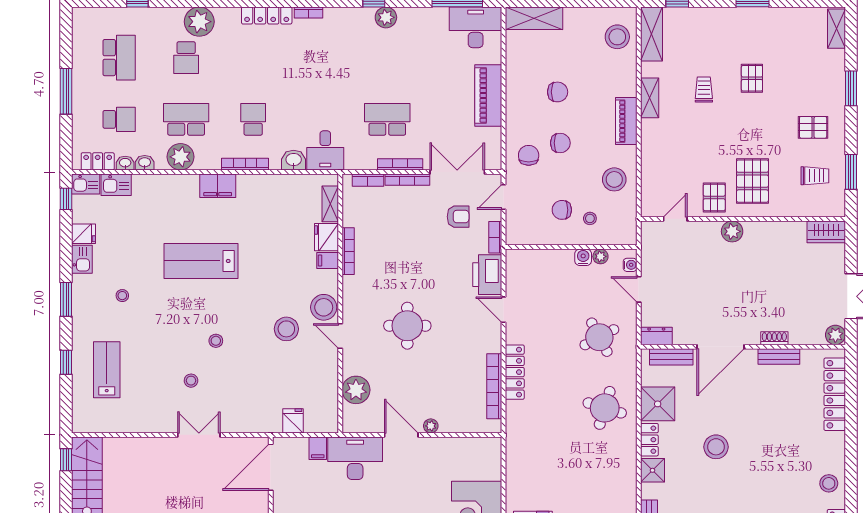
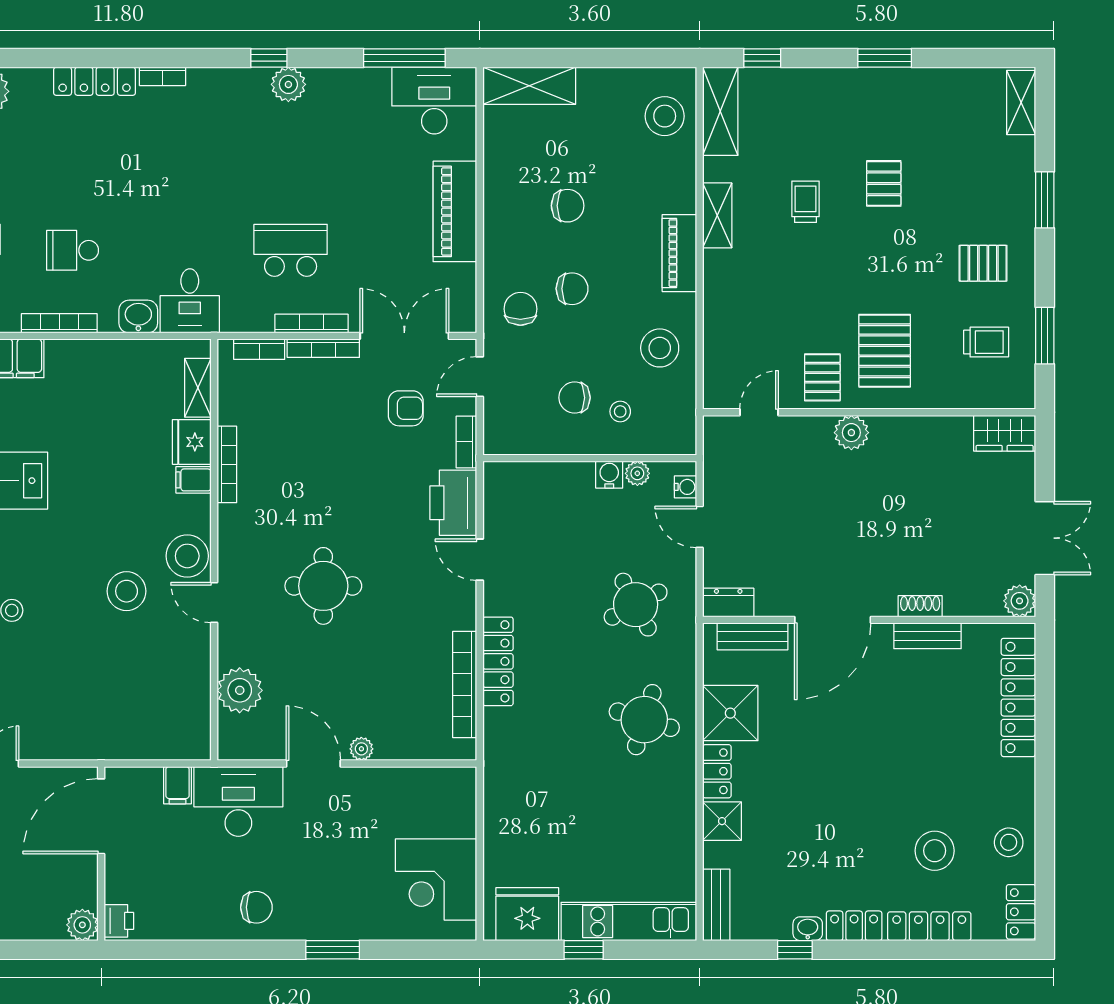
school desk: (253, 119) -> (73, 250), turned -90
fridge: (293, 421) -> (137, 741), removed
stool: (716, 447) -> (935, 851), moved

